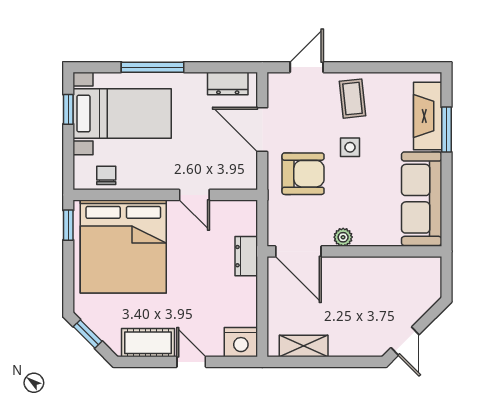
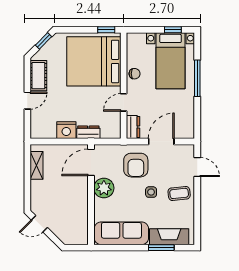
dresser: (228, 83) -> (133, 127), moved, turned 180
chair: (106, 175) -> (135, 74), moved
plant: (343, 237) -> (104, 188), width x1.88, depth x1.88
nightstand: (241, 342) -> (66, 130), moved, turned -90

